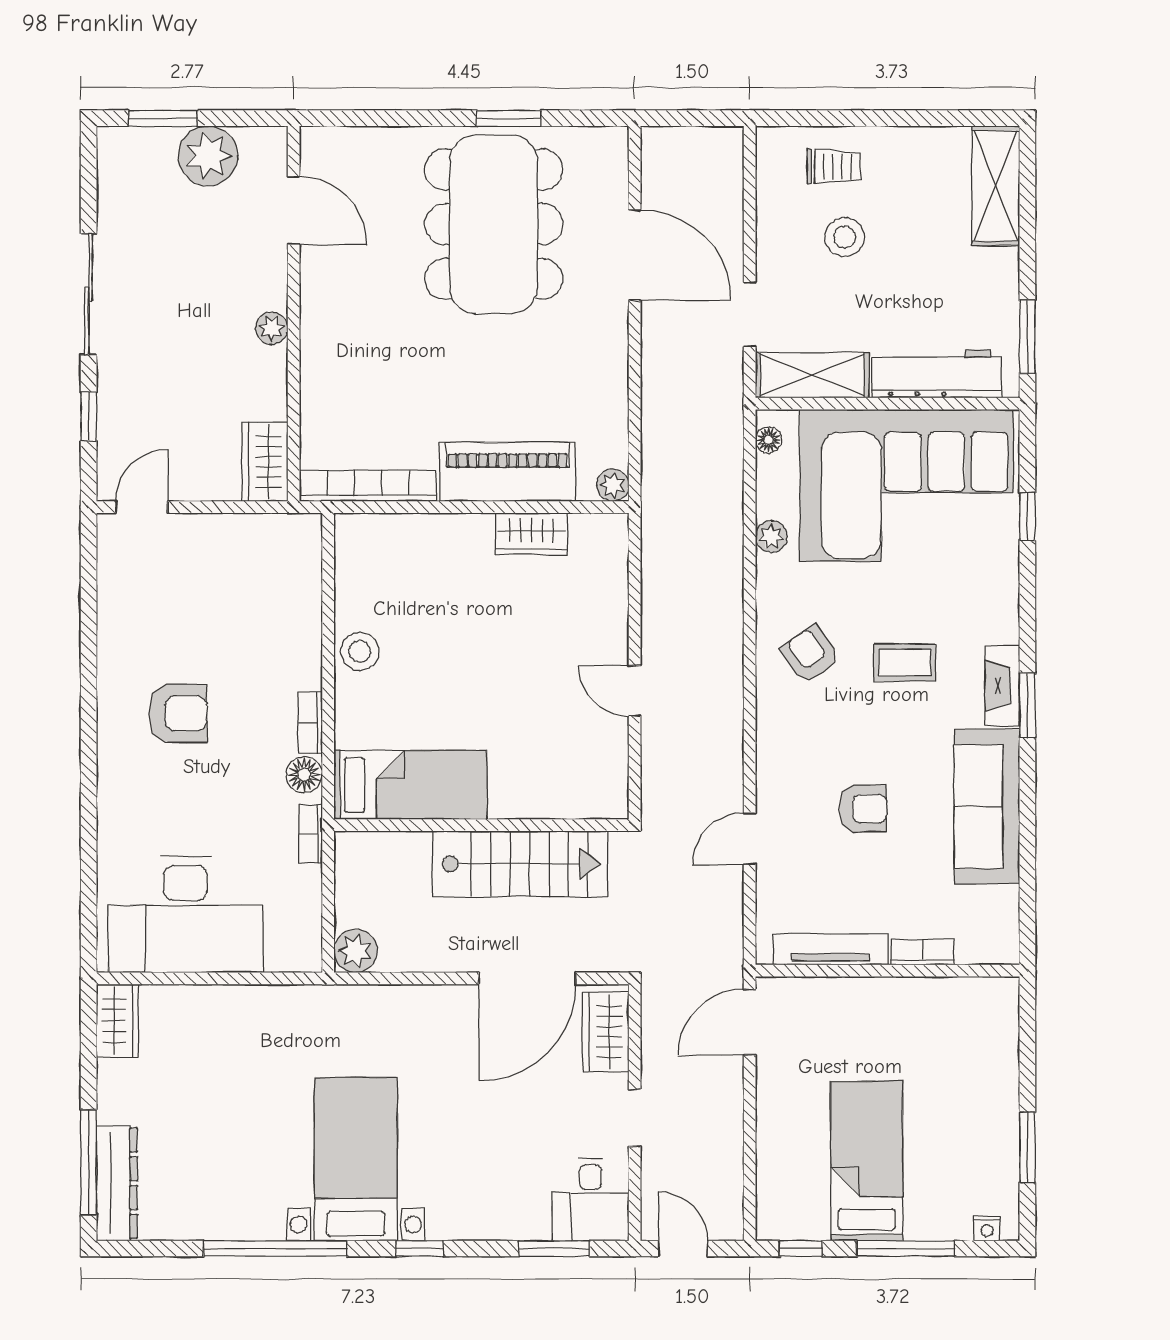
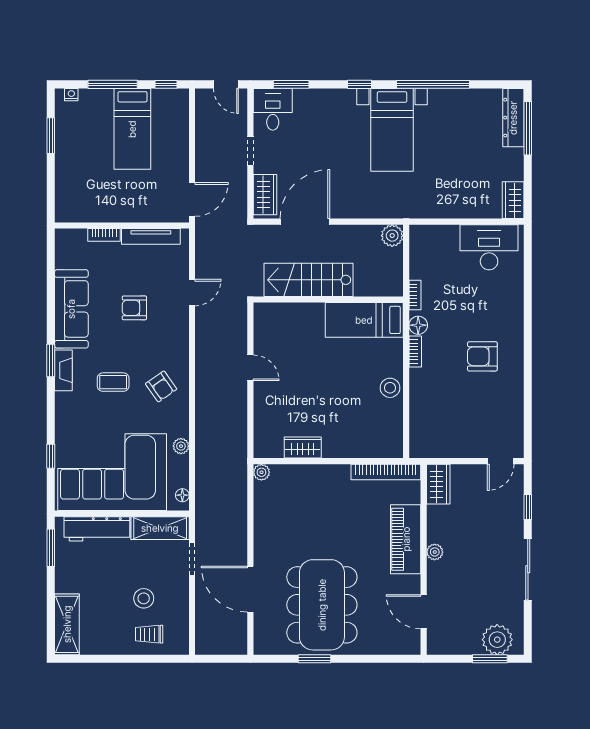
plant: (208, 156) -> (497, 640), moved
piano: (508, 472) -> (406, 539), moved, turned 90
desk: (186, 915) -> (489, 247), width x0.73, depth x0.77

